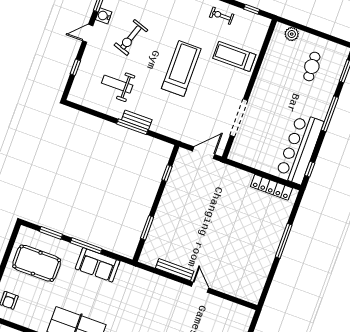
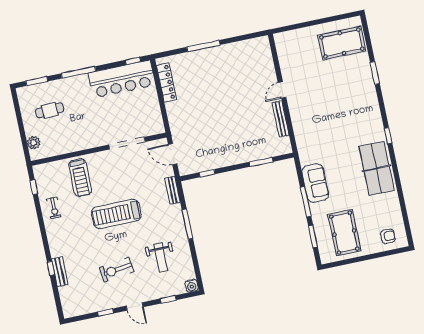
water cooler: (104, 16) -> (192, 286), moved
exercise bike: (131, 37) -> (117, 270), turned 153
bench: (137, 120) -> (172, 190), moved

